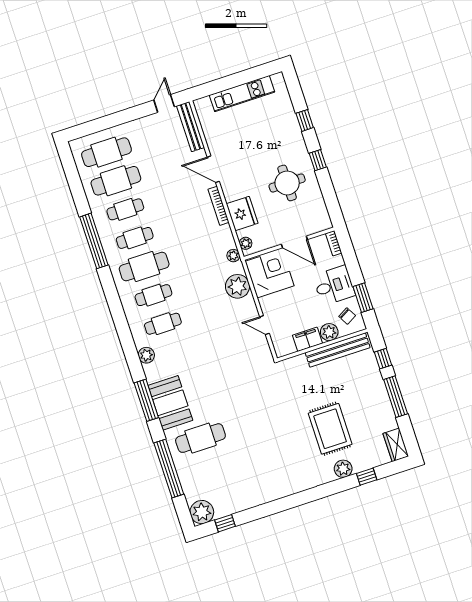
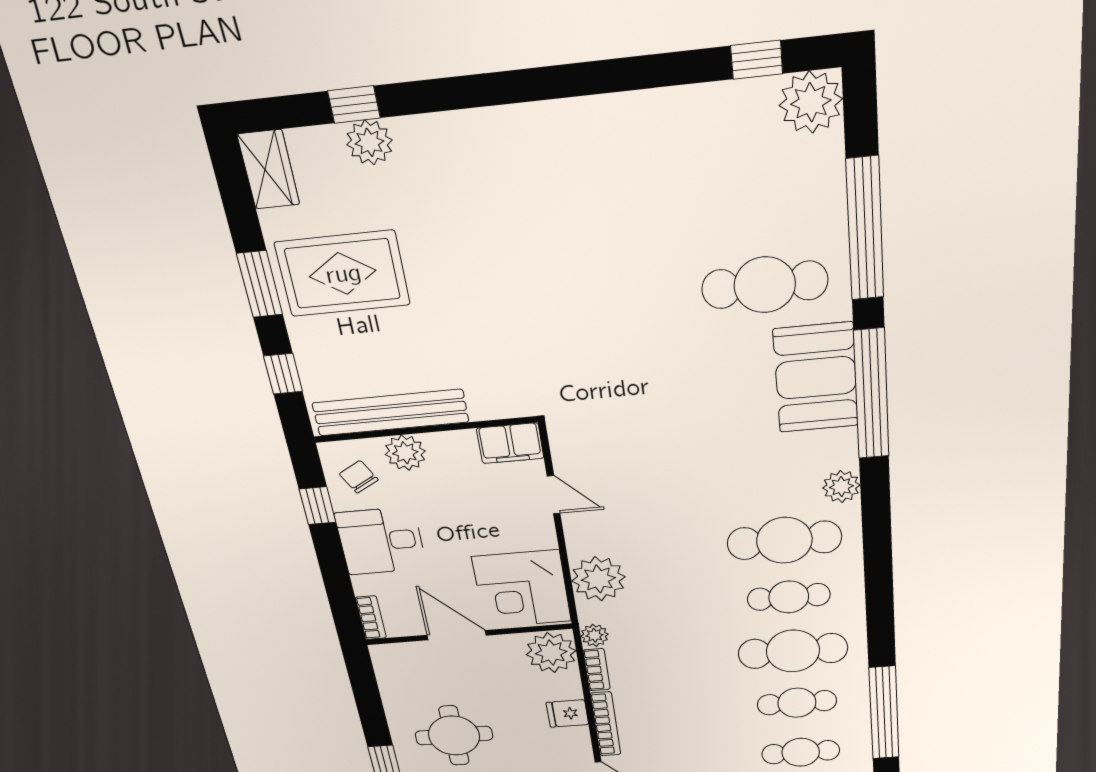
fridge: (242, 214) -> (567, 713), width x0.53, depth x0.75
bookcase: (229, 237) -> (597, 670), added
plant: (246, 243) -> (551, 653), width x1.87, depth x1.87
window: (363, 298) -> (318, 506), width x0.67
cafe table: (163, 324) -> (784, 540), width x1.37, depth x1.35
filing cabinet: (307, 339) -> (510, 443), moved
window: (396, 397) -> (260, 284), width x0.69
window: (146, 400) -> (871, 394), width x1.46
rug: (330, 429) -> (343, 274), moved, turned 90
plant: (343, 469) -> (369, 142), moved

